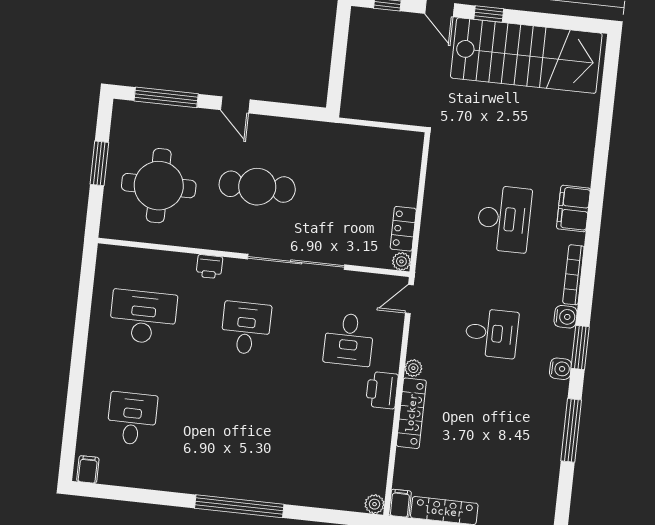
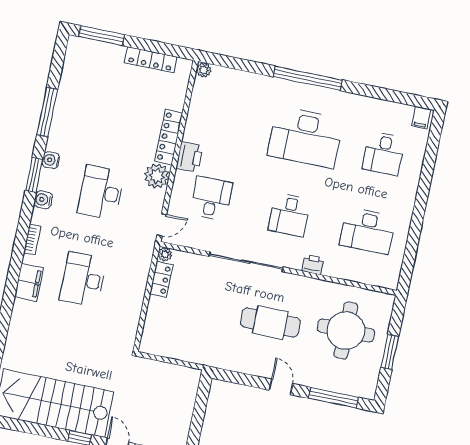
bookcase: (573, 275) -> (32, 239), width x0.64
desk: (492, 333) -> (101, 193), width x1.37
plant: (413, 368) -> (157, 176), width x1.87, depth x1.87
desk: (235, 430) -> (305, 137), added
filing cabinet: (400, 503) -> (184, 69), removed

